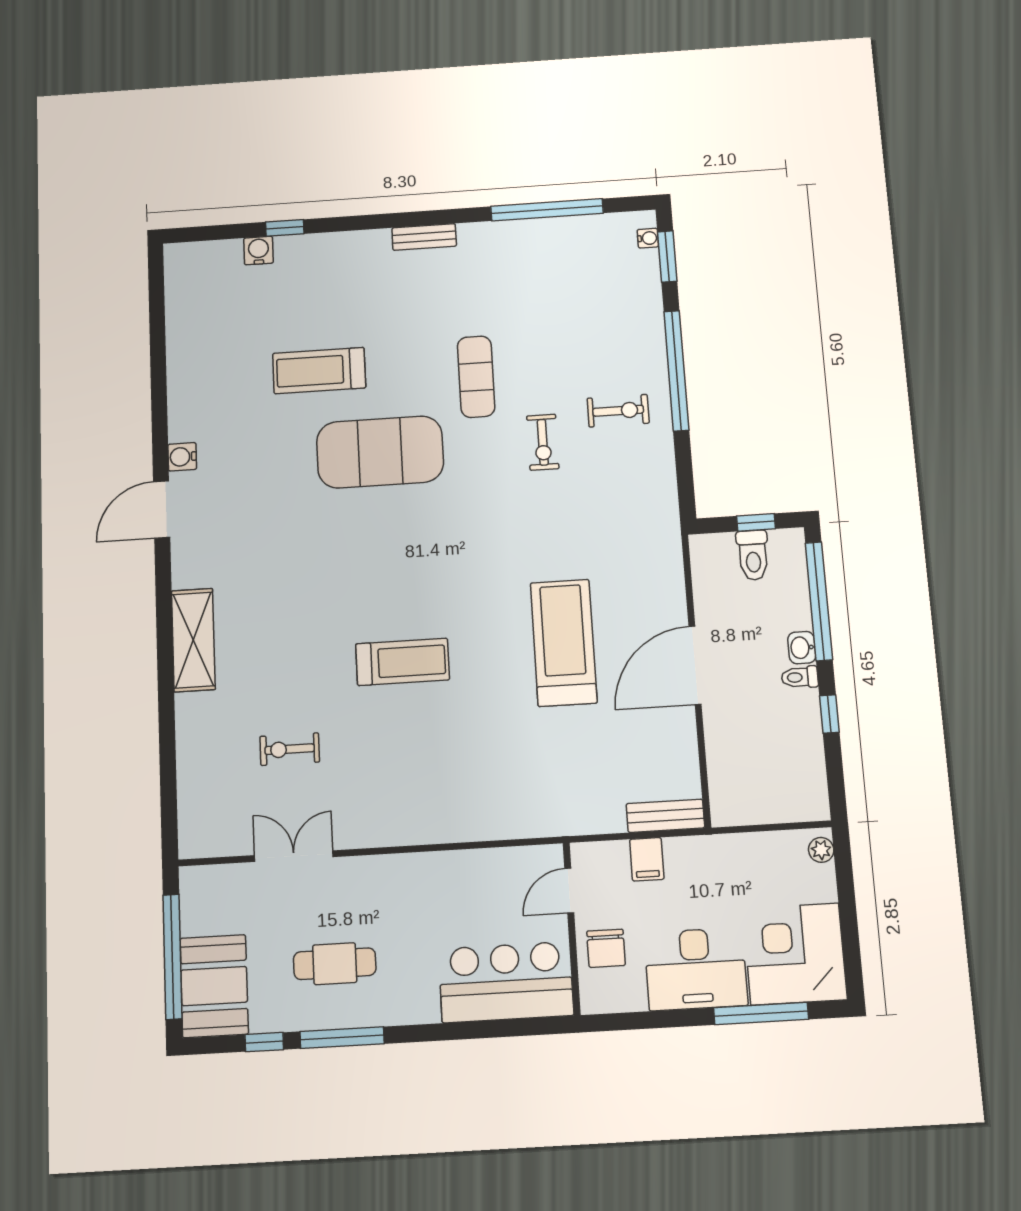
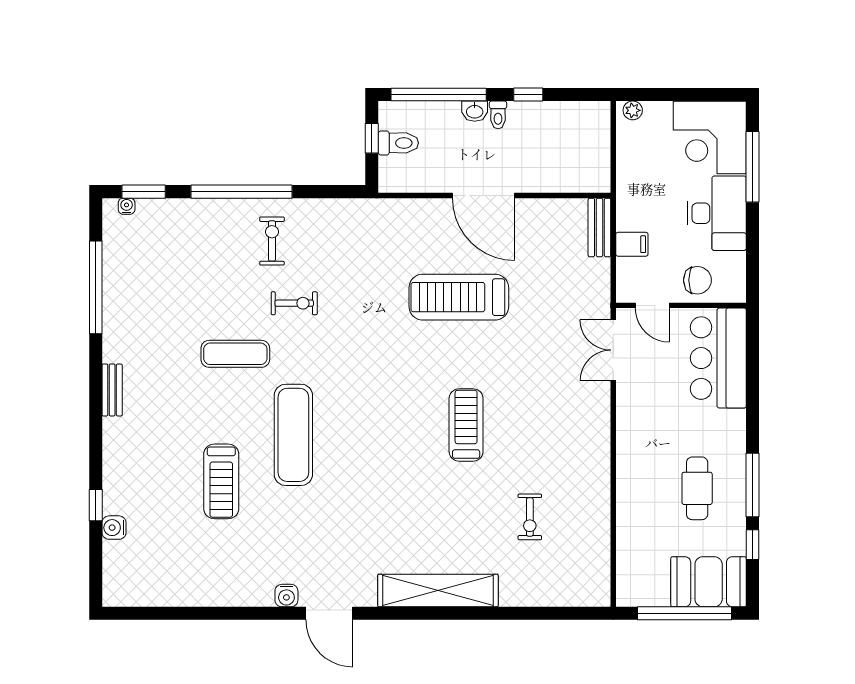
exercise mat: (380, 452) -> (293, 435), width x0.68
shelving: (193, 640) -> (438, 591), width x1.47
double door: (294, 856) -> (613, 350), moved

